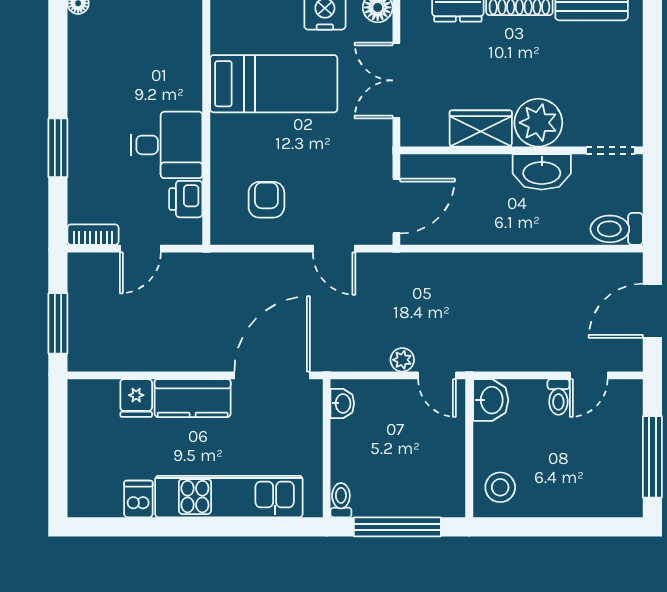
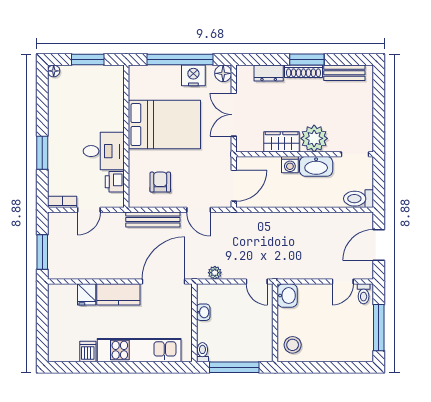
bed: (274, 84) -> (164, 125), width x1.50
washing machine: (495, 169) -> (290, 165), added
bench: (253, 266) -> (153, 219), added
plant: (402, 360) -> (215, 273), moved
toilet: (558, 397) -> (364, 294), moved
washbasin: (342, 403) -> (203, 312), moved

